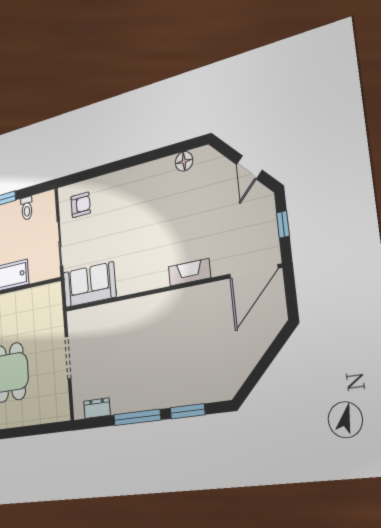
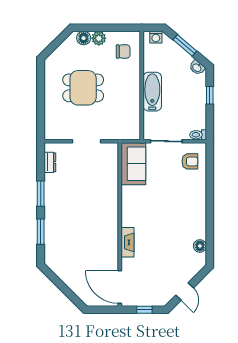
door: (249, 167) -> (185, 292), swing flipped
armchair: (81, 205) -> (190, 161), turned -90
toilet: (27, 208) -> (198, 135), moved
window: (137, 417) -> (41, 194), width x0.69

